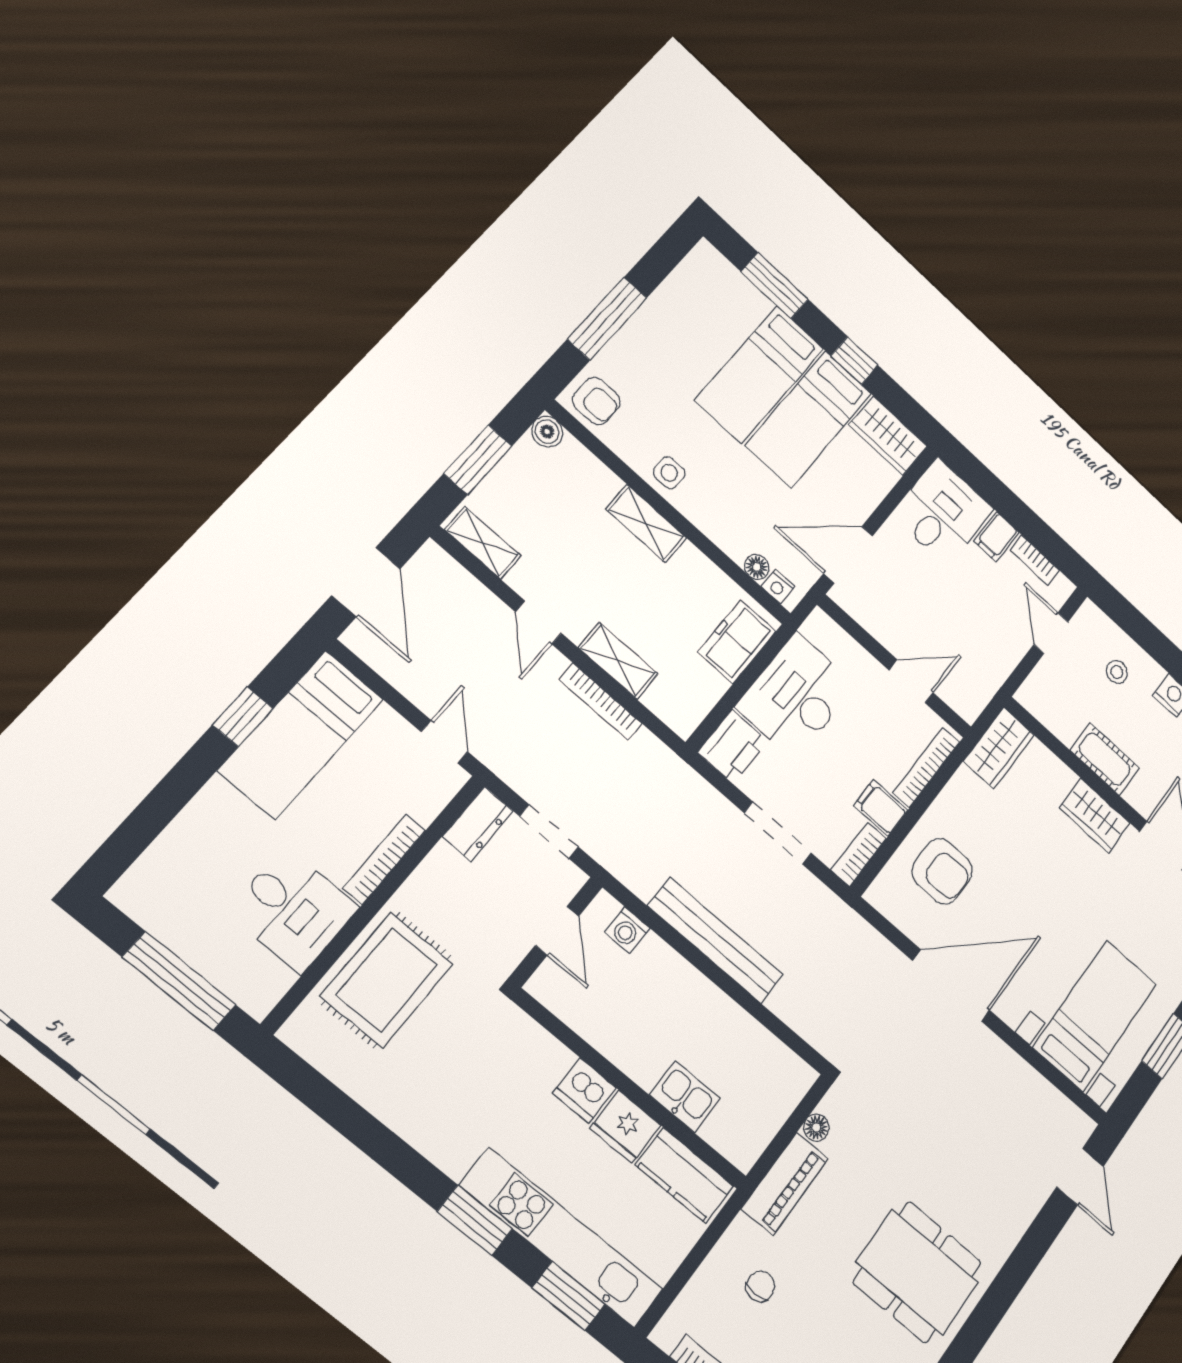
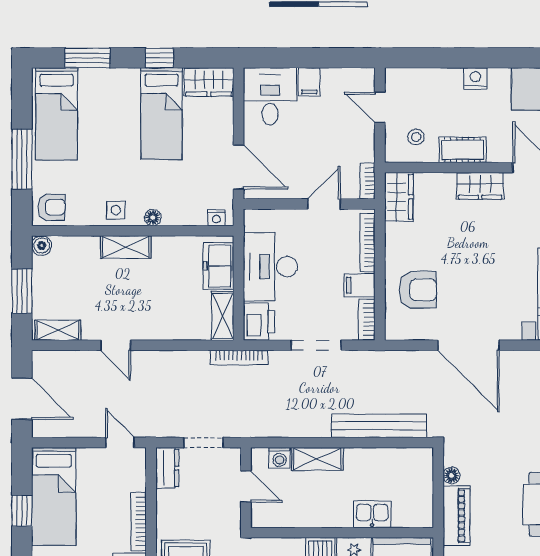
bed: (759, 374) -> (57, 114), moved
door: (848, 555) -> (239, 167), swing flipped
bookcase: (1035, 560) -> (368, 181), moved, turned 90
floor lamp: (757, 567) -> (153, 218), moved
shelving: (618, 661) -> (223, 316), moved, turned 90
stool: (1117, 672) -> (416, 137), moved
bookcase: (601, 702) -> (239, 357), moved
bench: (716, 940) -> (379, 426), moved
shelving: (672, 971) -> (317, 459), added
door: (951, 986) -> (468, 345), swing flipped

